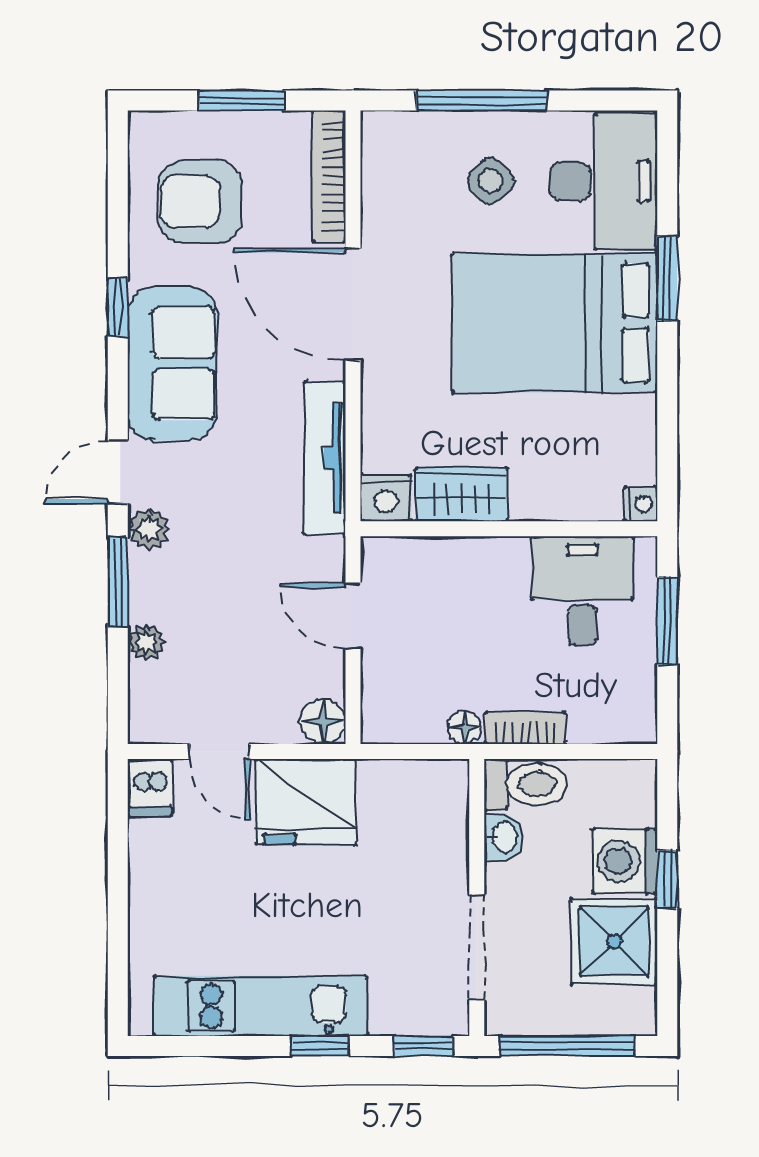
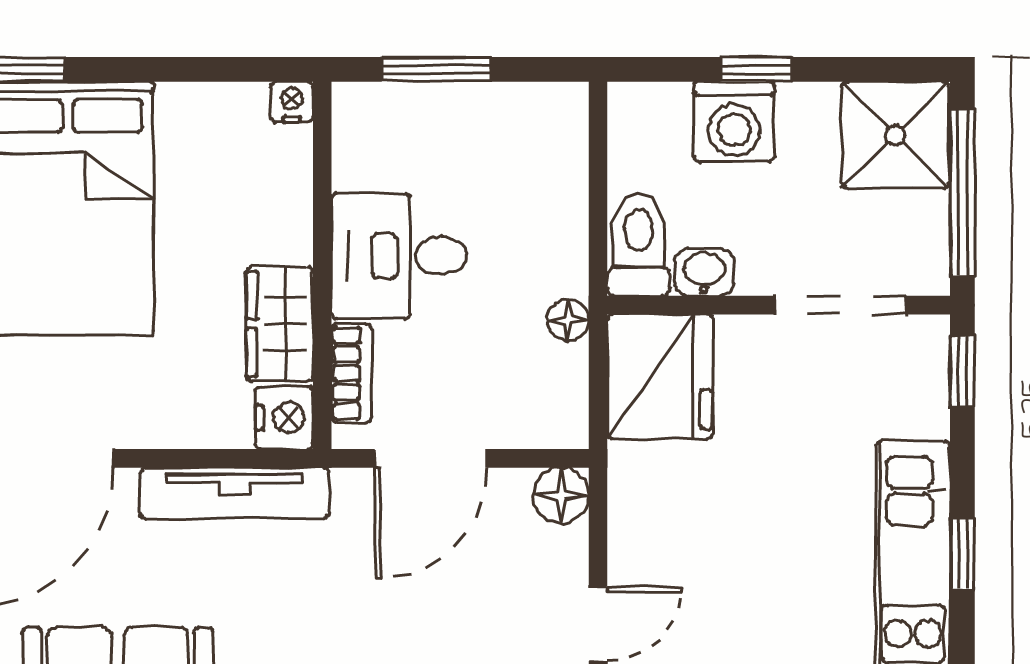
desk: (582, 591) -> (399, 256), moved
door: (353, 616) -> (431, 458), width x1.38
bookcase: (525, 728) -> (351, 373), moved, turned 180
fridge: (306, 802) -> (660, 377), moved
shower: (614, 941) -> (895, 135), moved
window: (320, 1046) -> (962, 553), moved

